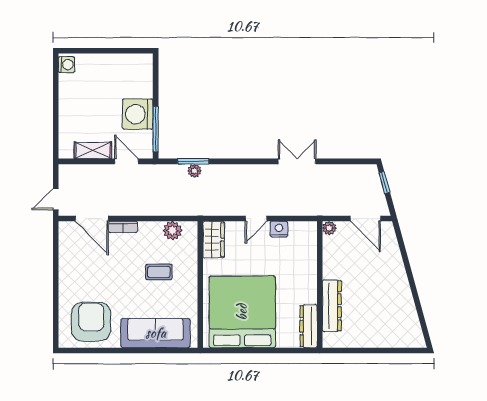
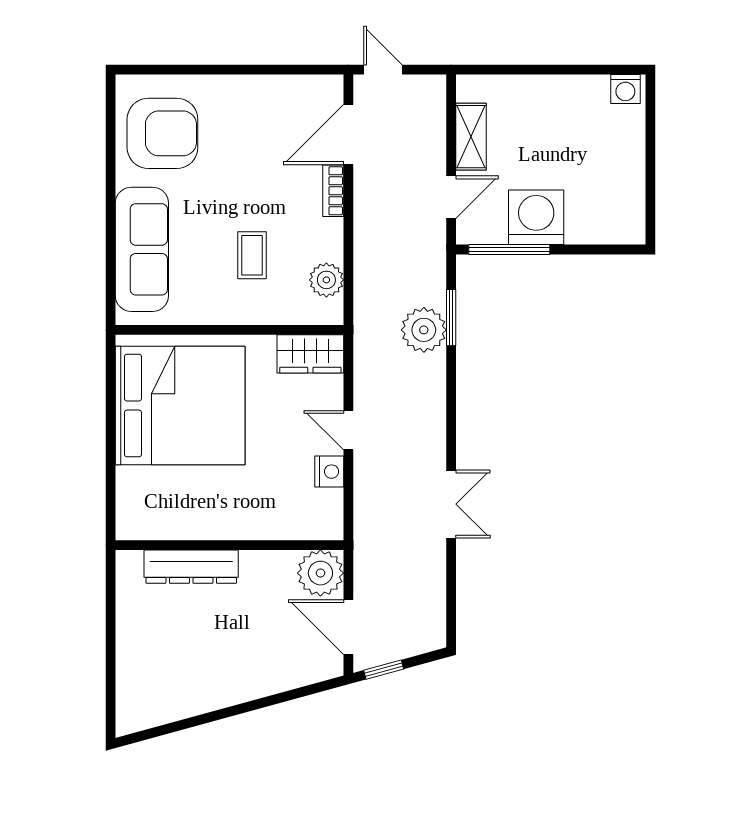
plant: (194, 171) -> (424, 330), width x1.88, depth x1.88
window: (384, 183) -> (384, 670), moved
door: (365, 218) -> (348, 627), hinge flipped
plant: (329, 228) -> (320, 573), width x1.88, depth x1.88
dresser: (309, 326) -> (155, 525), removed

